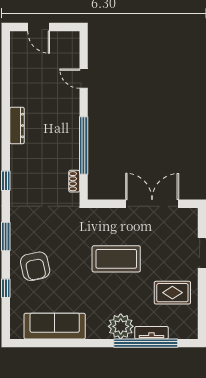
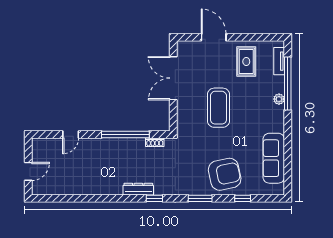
dresser: (17, 125) -> (138, 189), moved
armchair: (35, 266) -> (225, 174), width x1.36, depth x1.36
plant: (121, 326) -> (279, 99), width x0.53, depth x0.53
tv unit: (151, 333) -> (279, 61), moved

